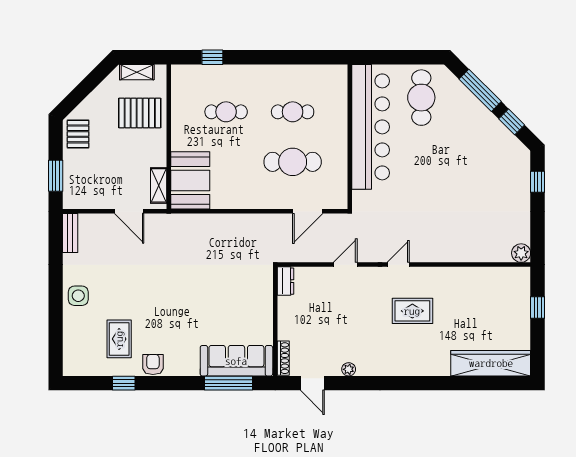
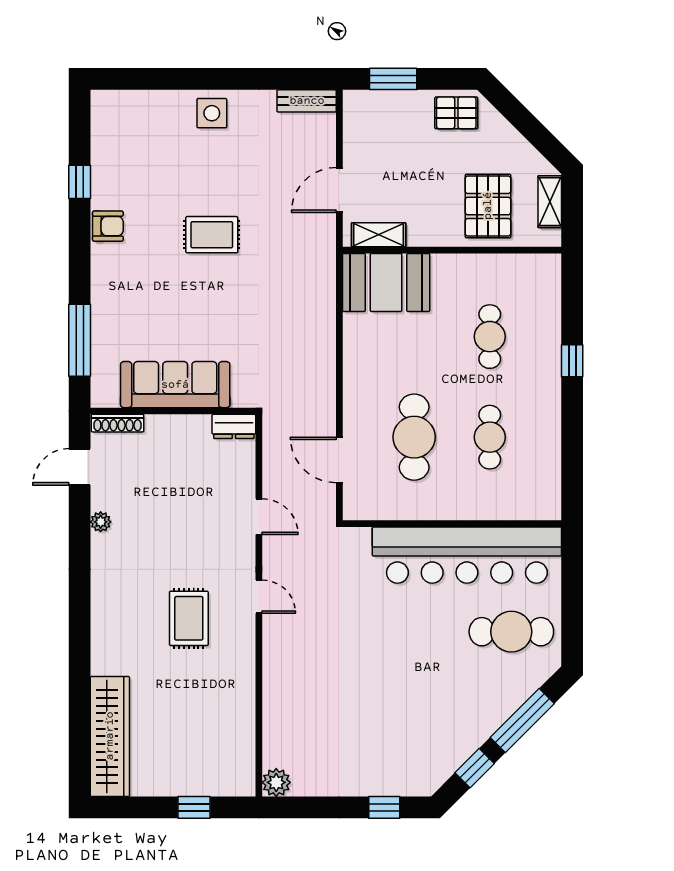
window: (212, 57) -> (572, 361), moved
rug: (119, 339) -> (212, 235), moved
sofa: (236, 361) -> (175, 385), moved, turned -90

